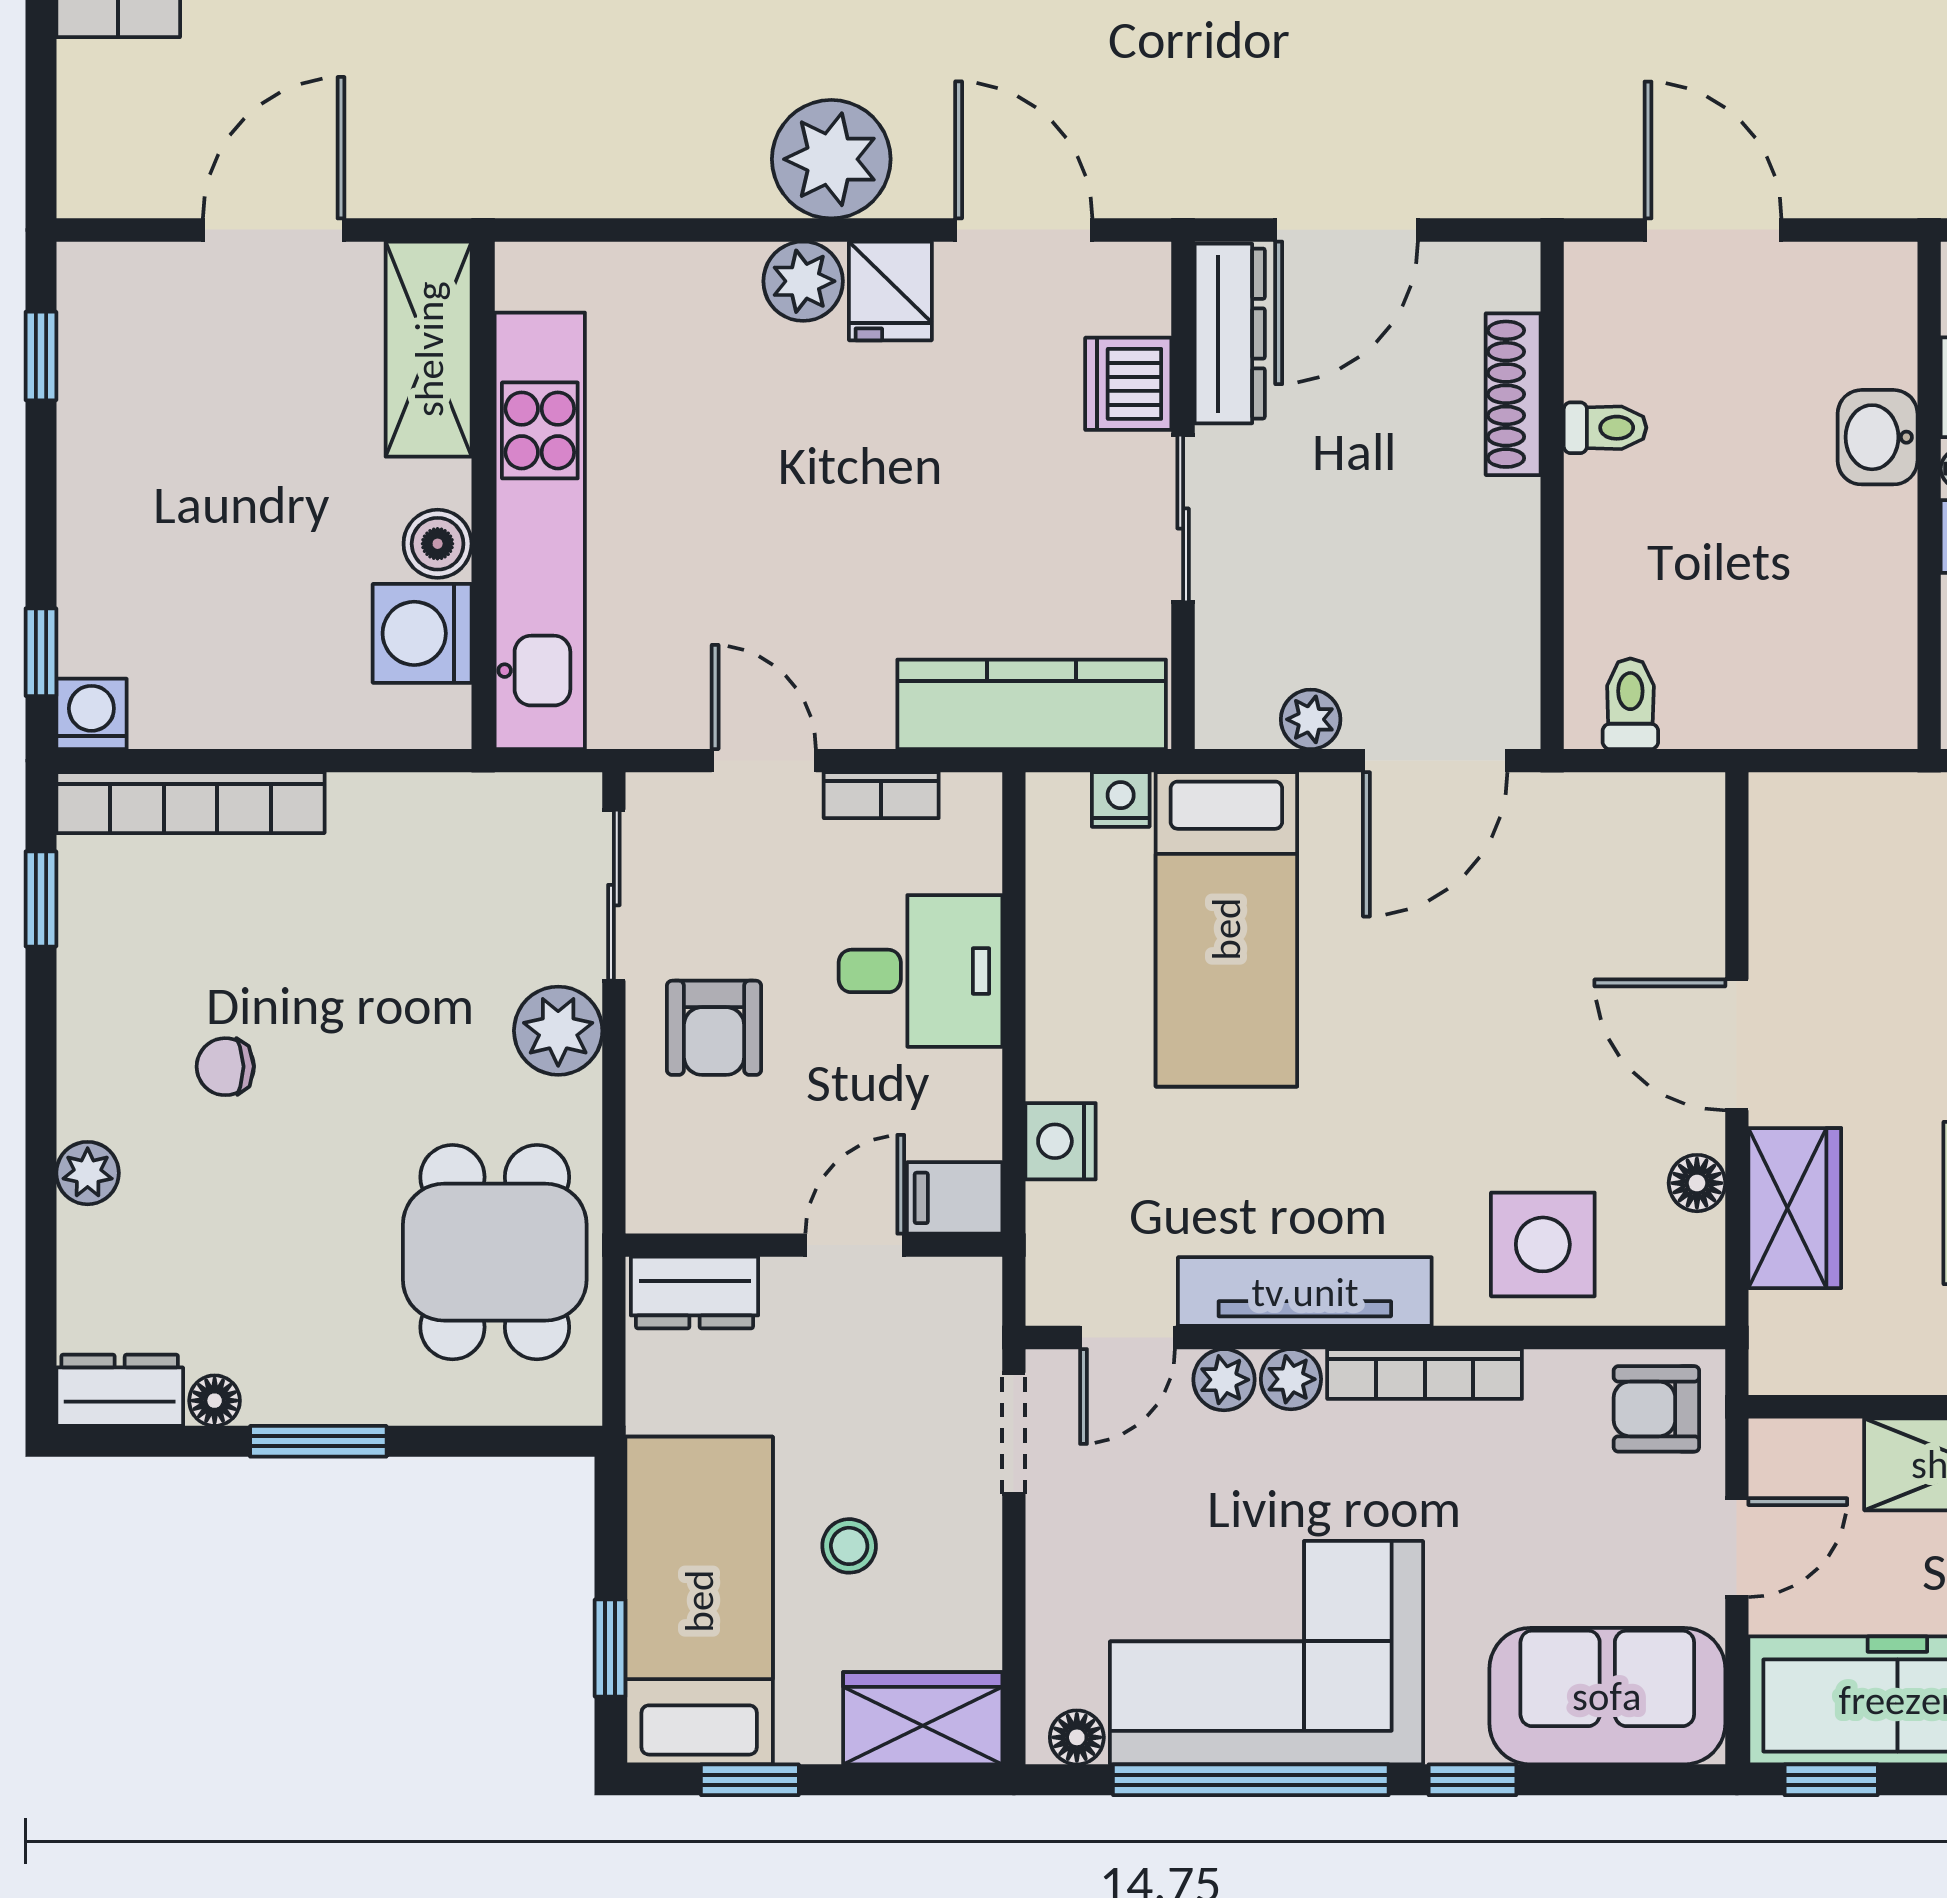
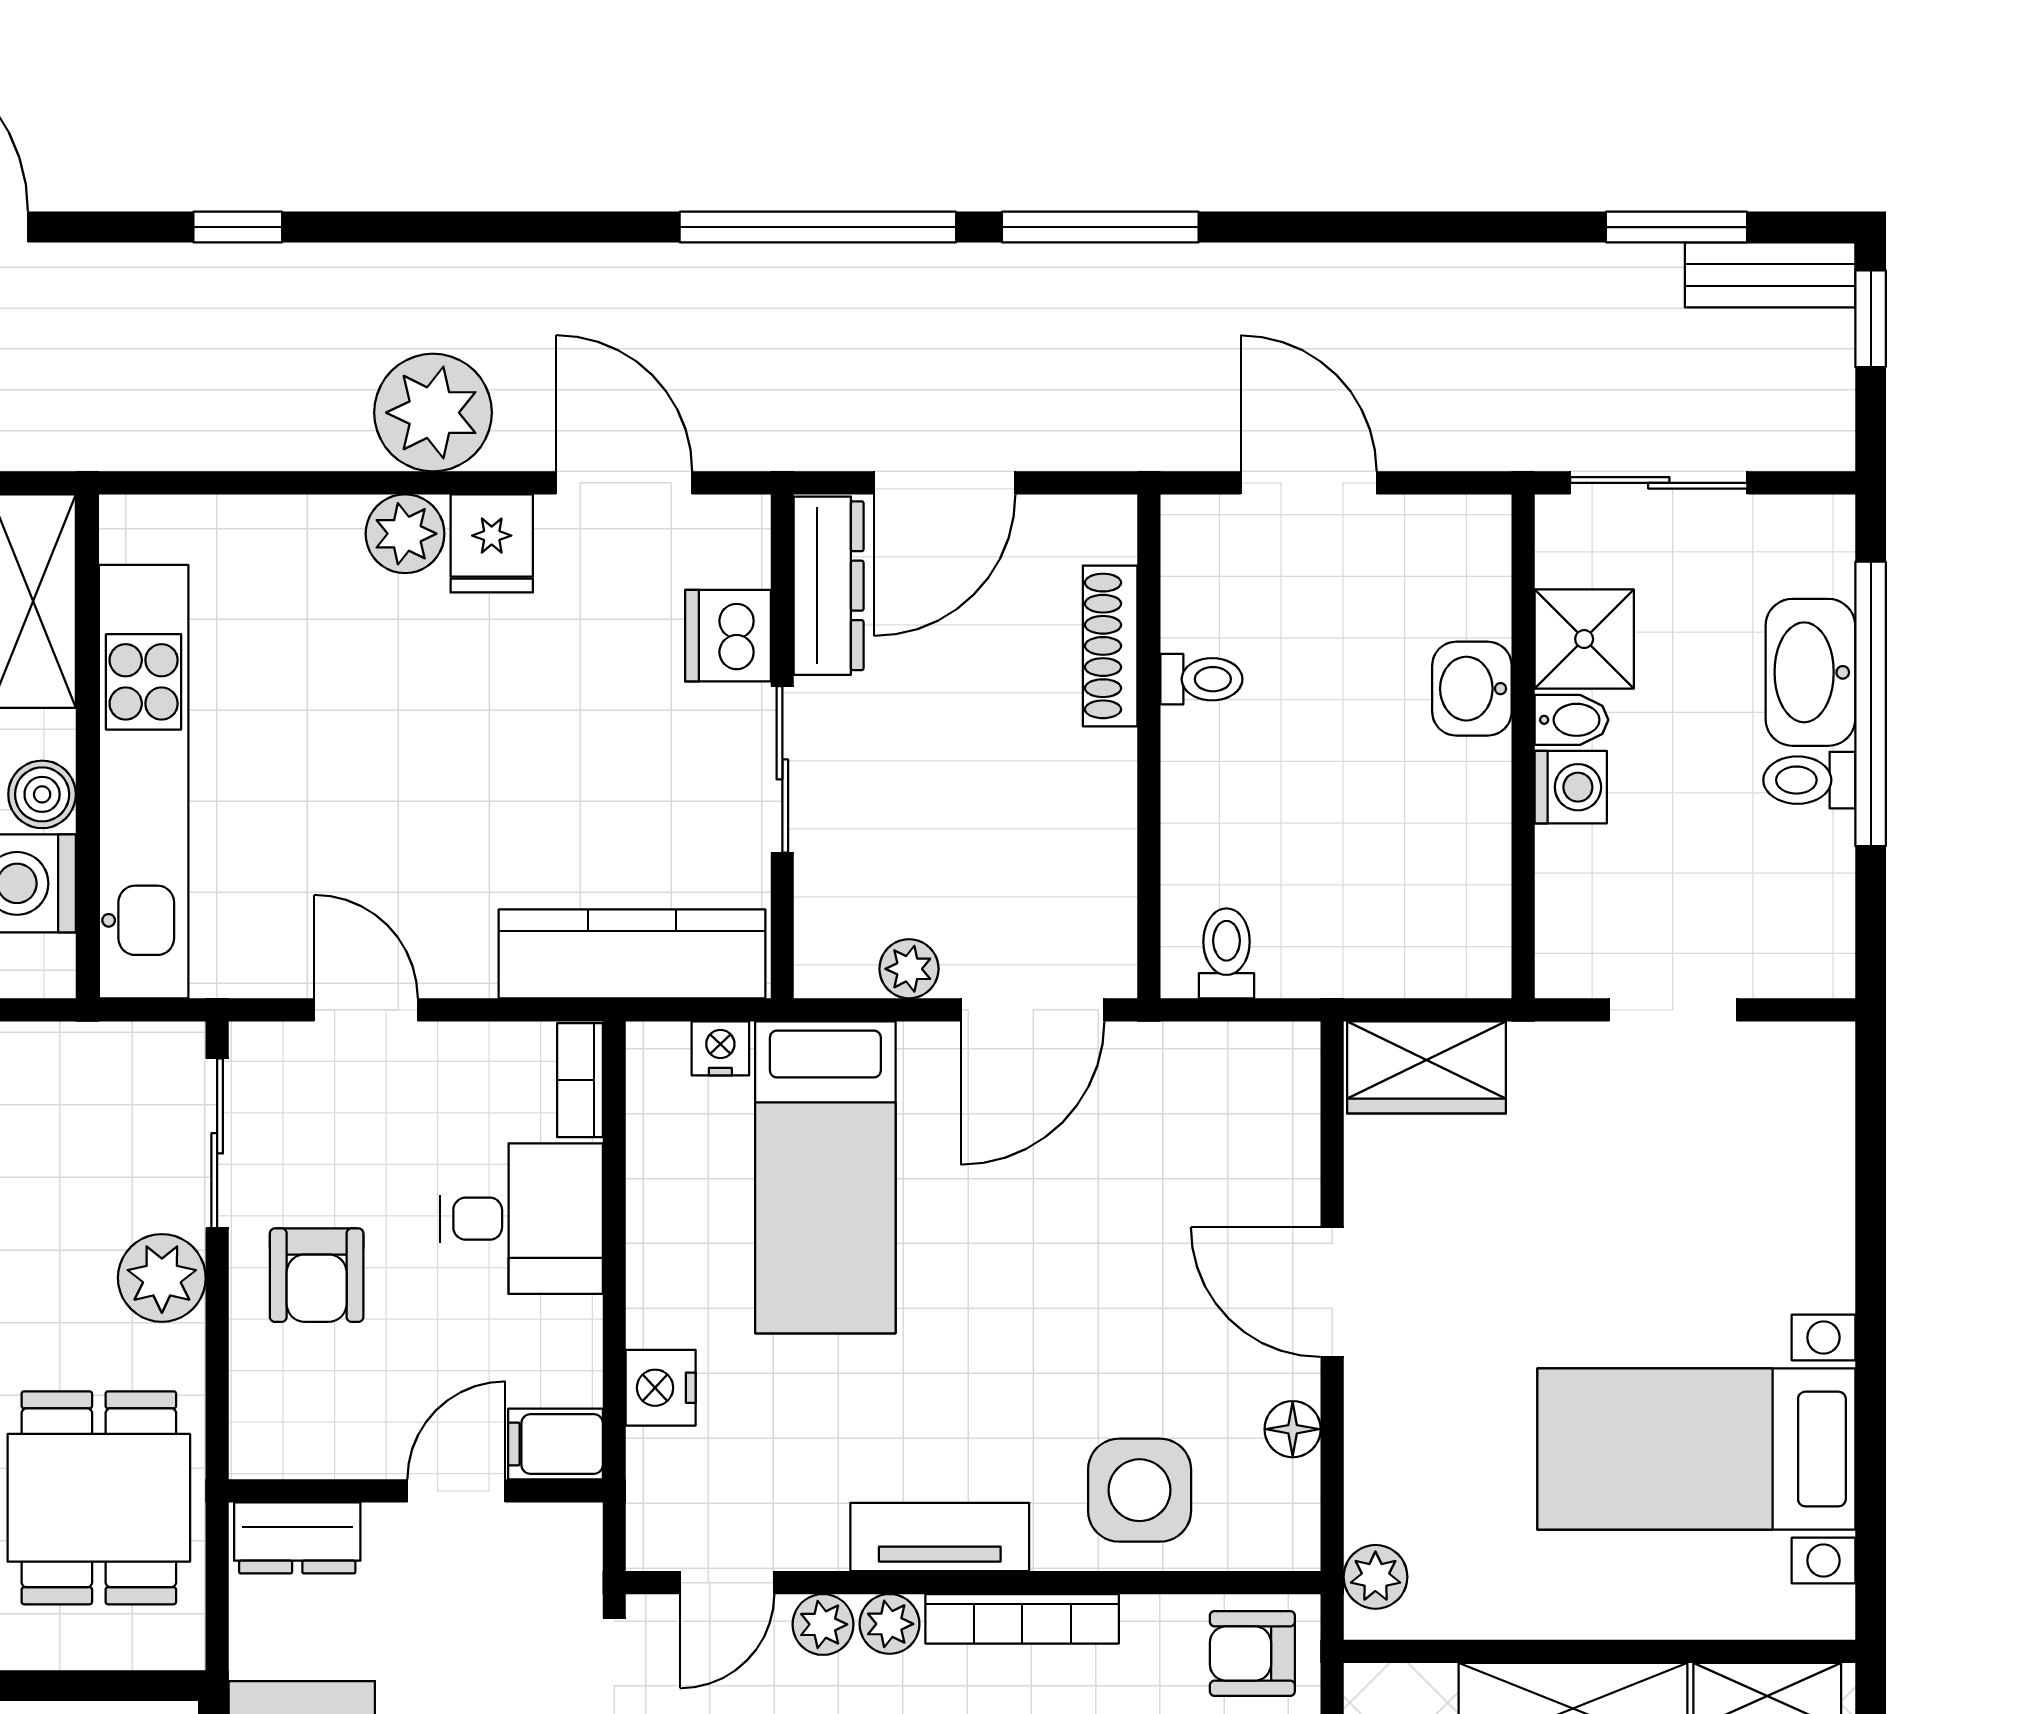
bookcase: (881, 795) -> (580, 1080), moved, turned 90
wardrobe: (1795, 1208) -> (1427, 1067), moved, turned 90
tv unit: (1305, 1292) -> (940, 1537), width x0.71
plant: (1780, 1332) -> (1375, 1577), added

